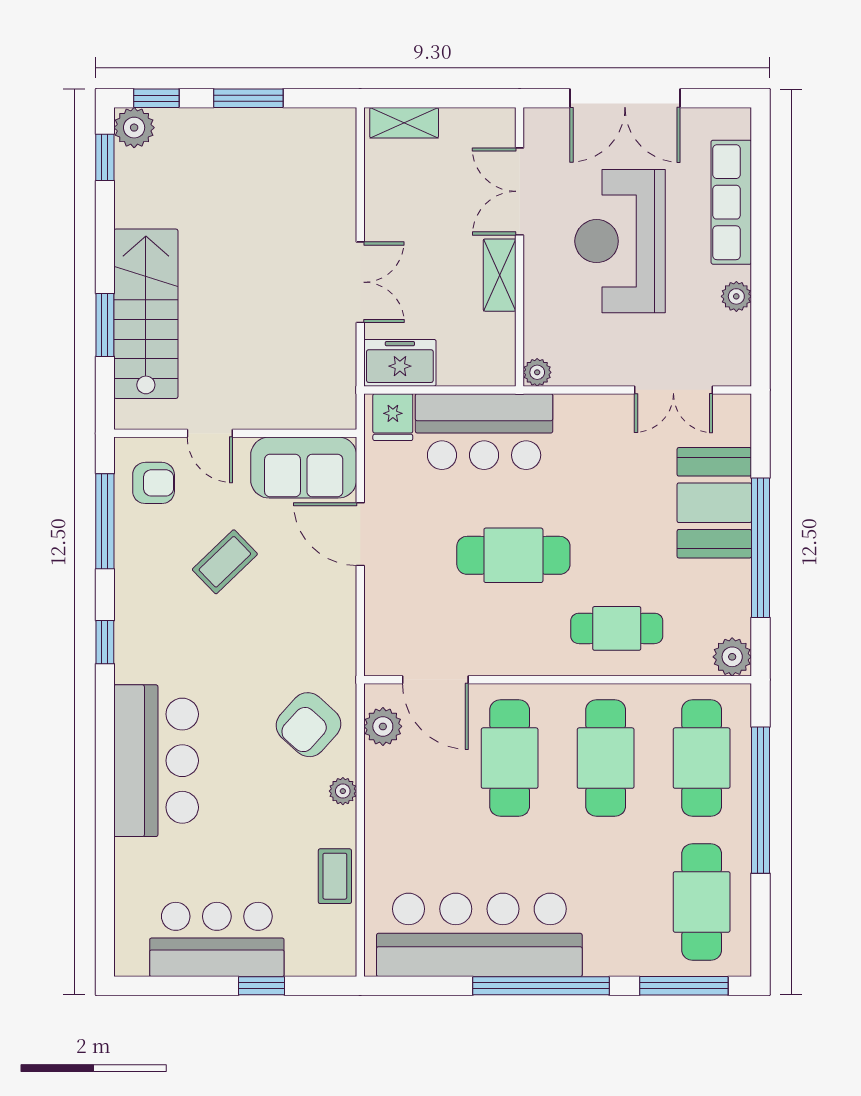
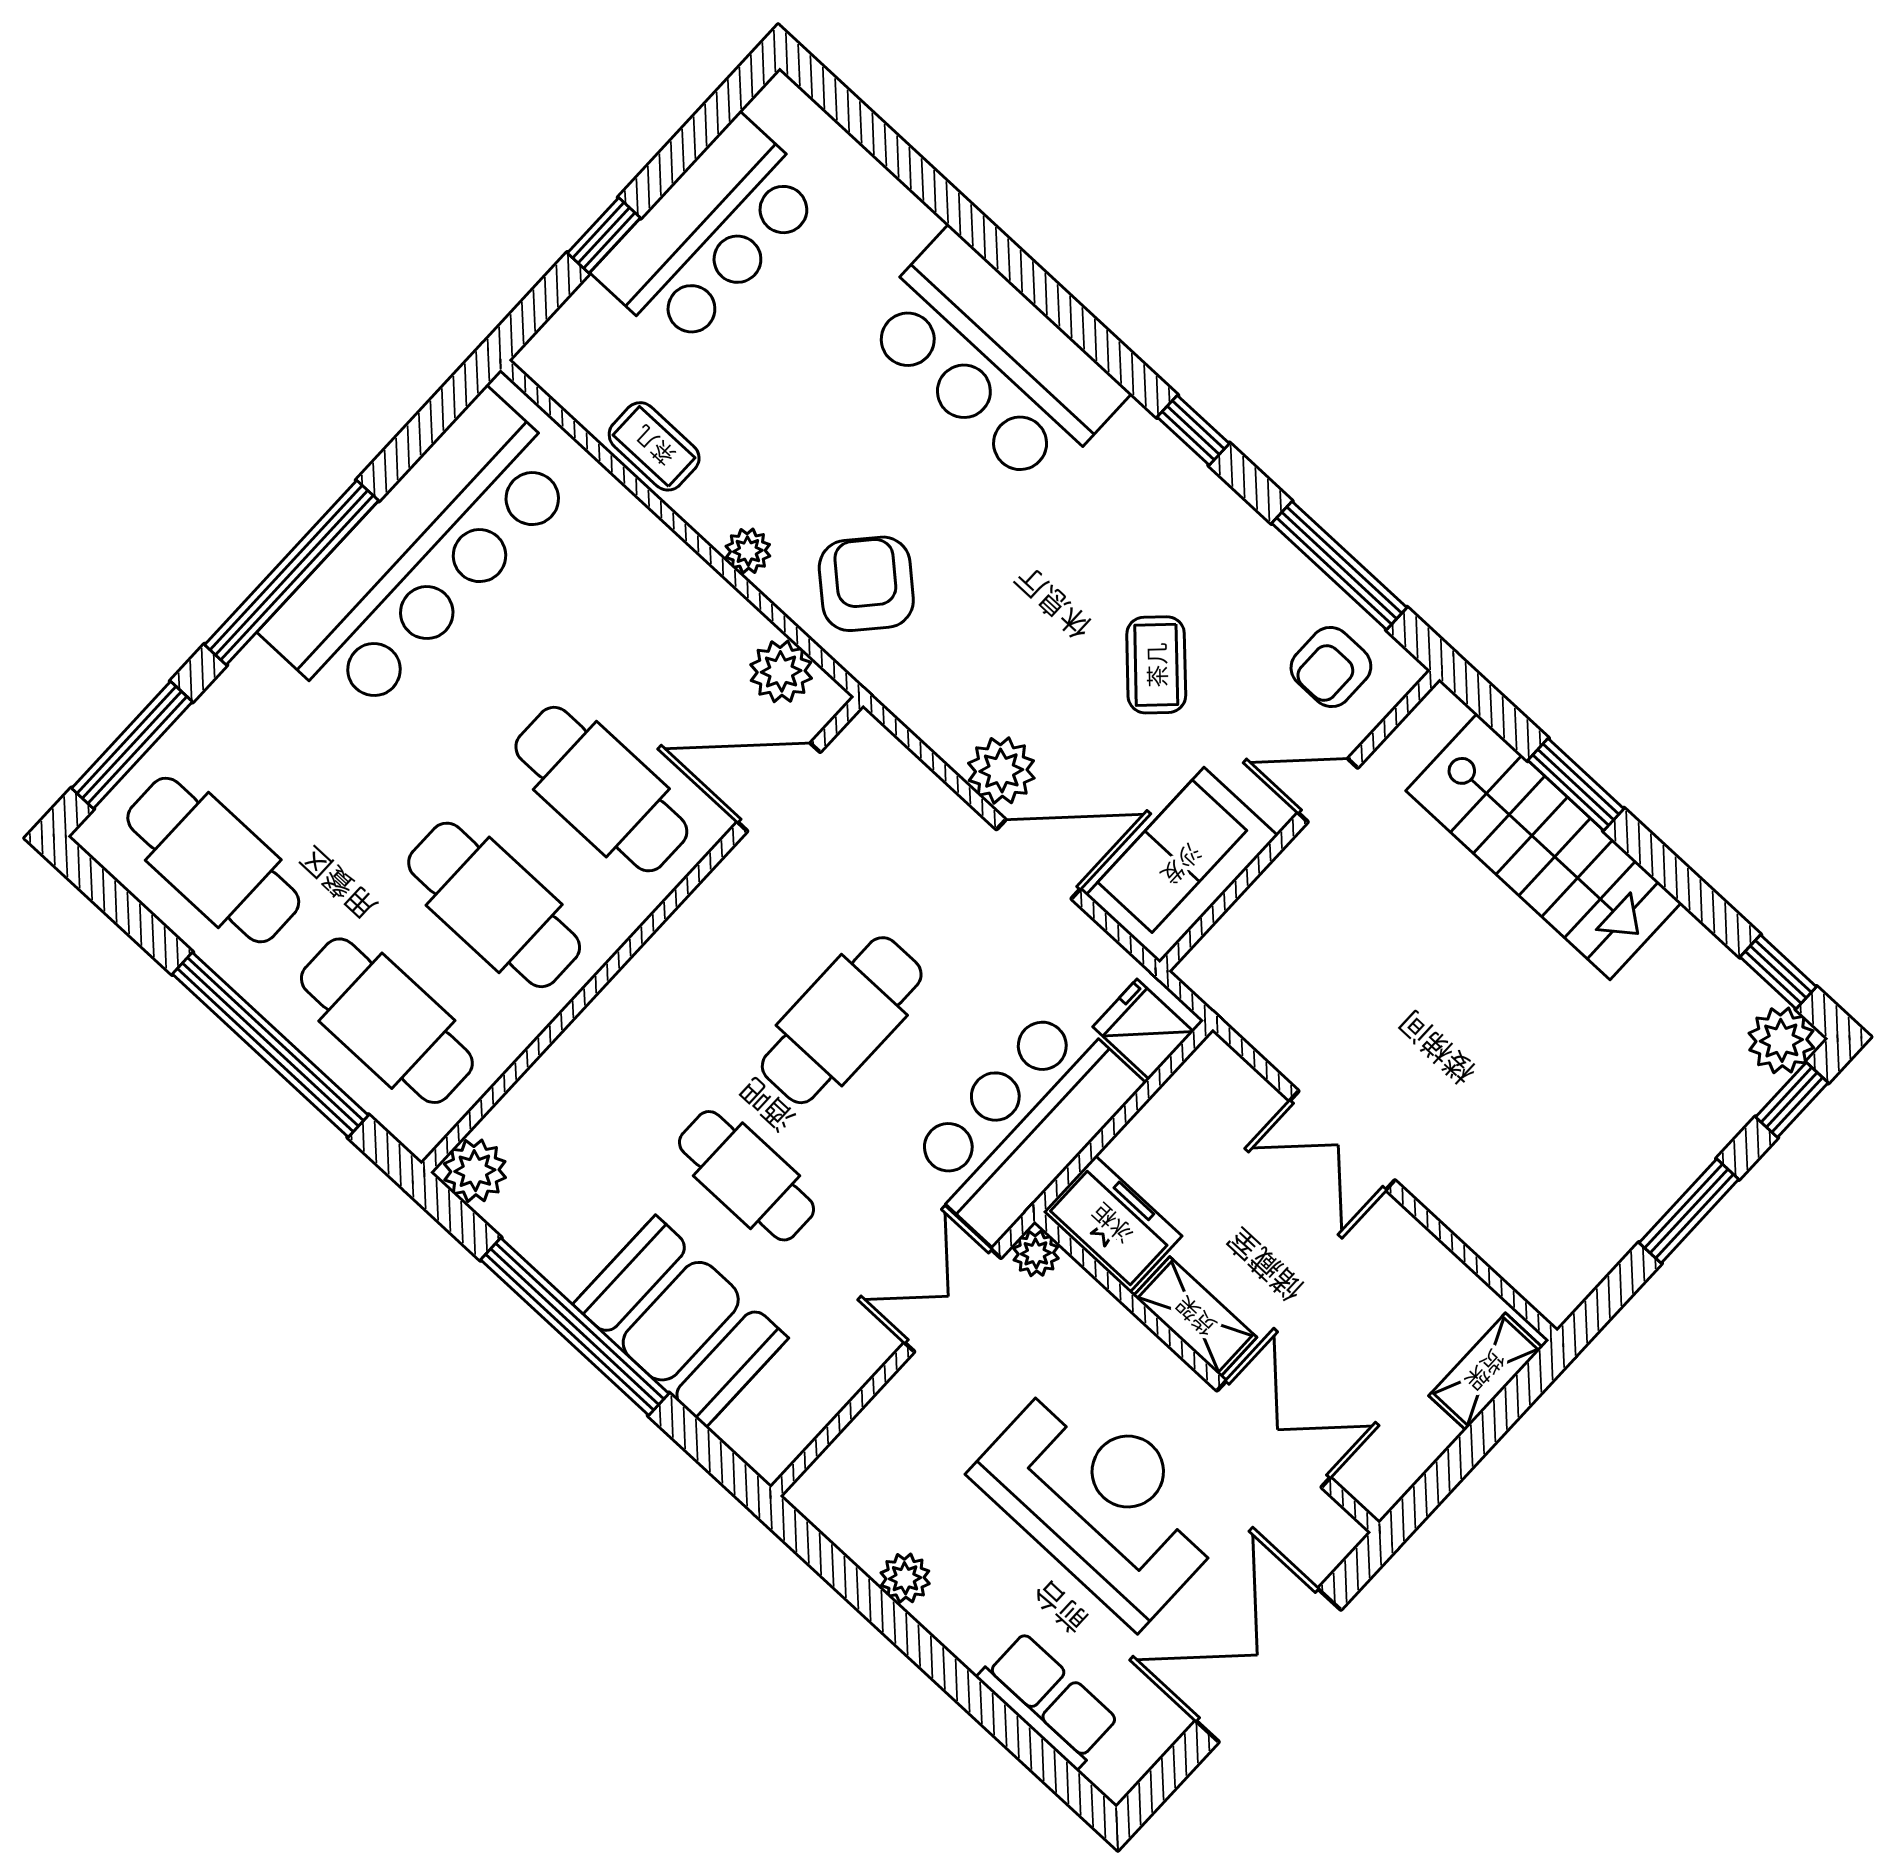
row of seats: (731, 202) -> (1048, 1700), width x0.68
freezer: (400, 363) -> (1112, 1224), moved, turned -90
double door: (673, 390) -> (953, 1300), moved
plant: (336, 587) -> (1001, 771), added
cafe table: (617, 628) -> (747, 1176), moved, turned 90

